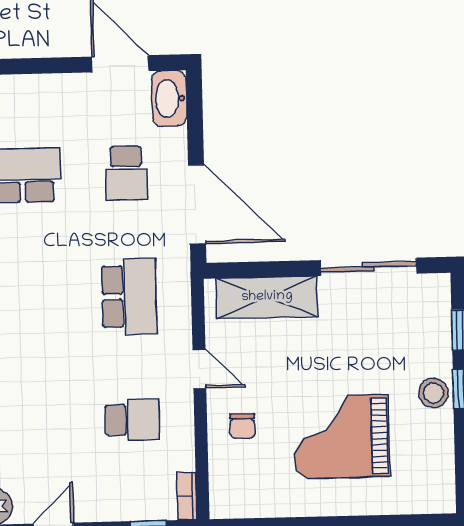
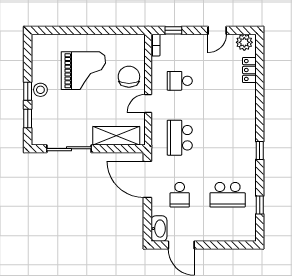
school desk: (126, 173) -> (180, 195), turned 180
door: (199, 369) -> (148, 103), hinge flipped
chair: (242, 426) -> (129, 77), width x1.87, depth x1.87

